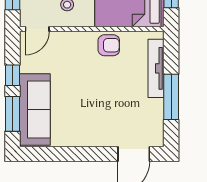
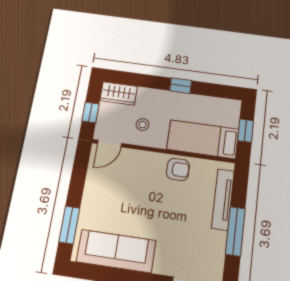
window: (12, 75) -> (77, 186), removed
sofa: (35, 109) -> (116, 251), moved, turned -90

